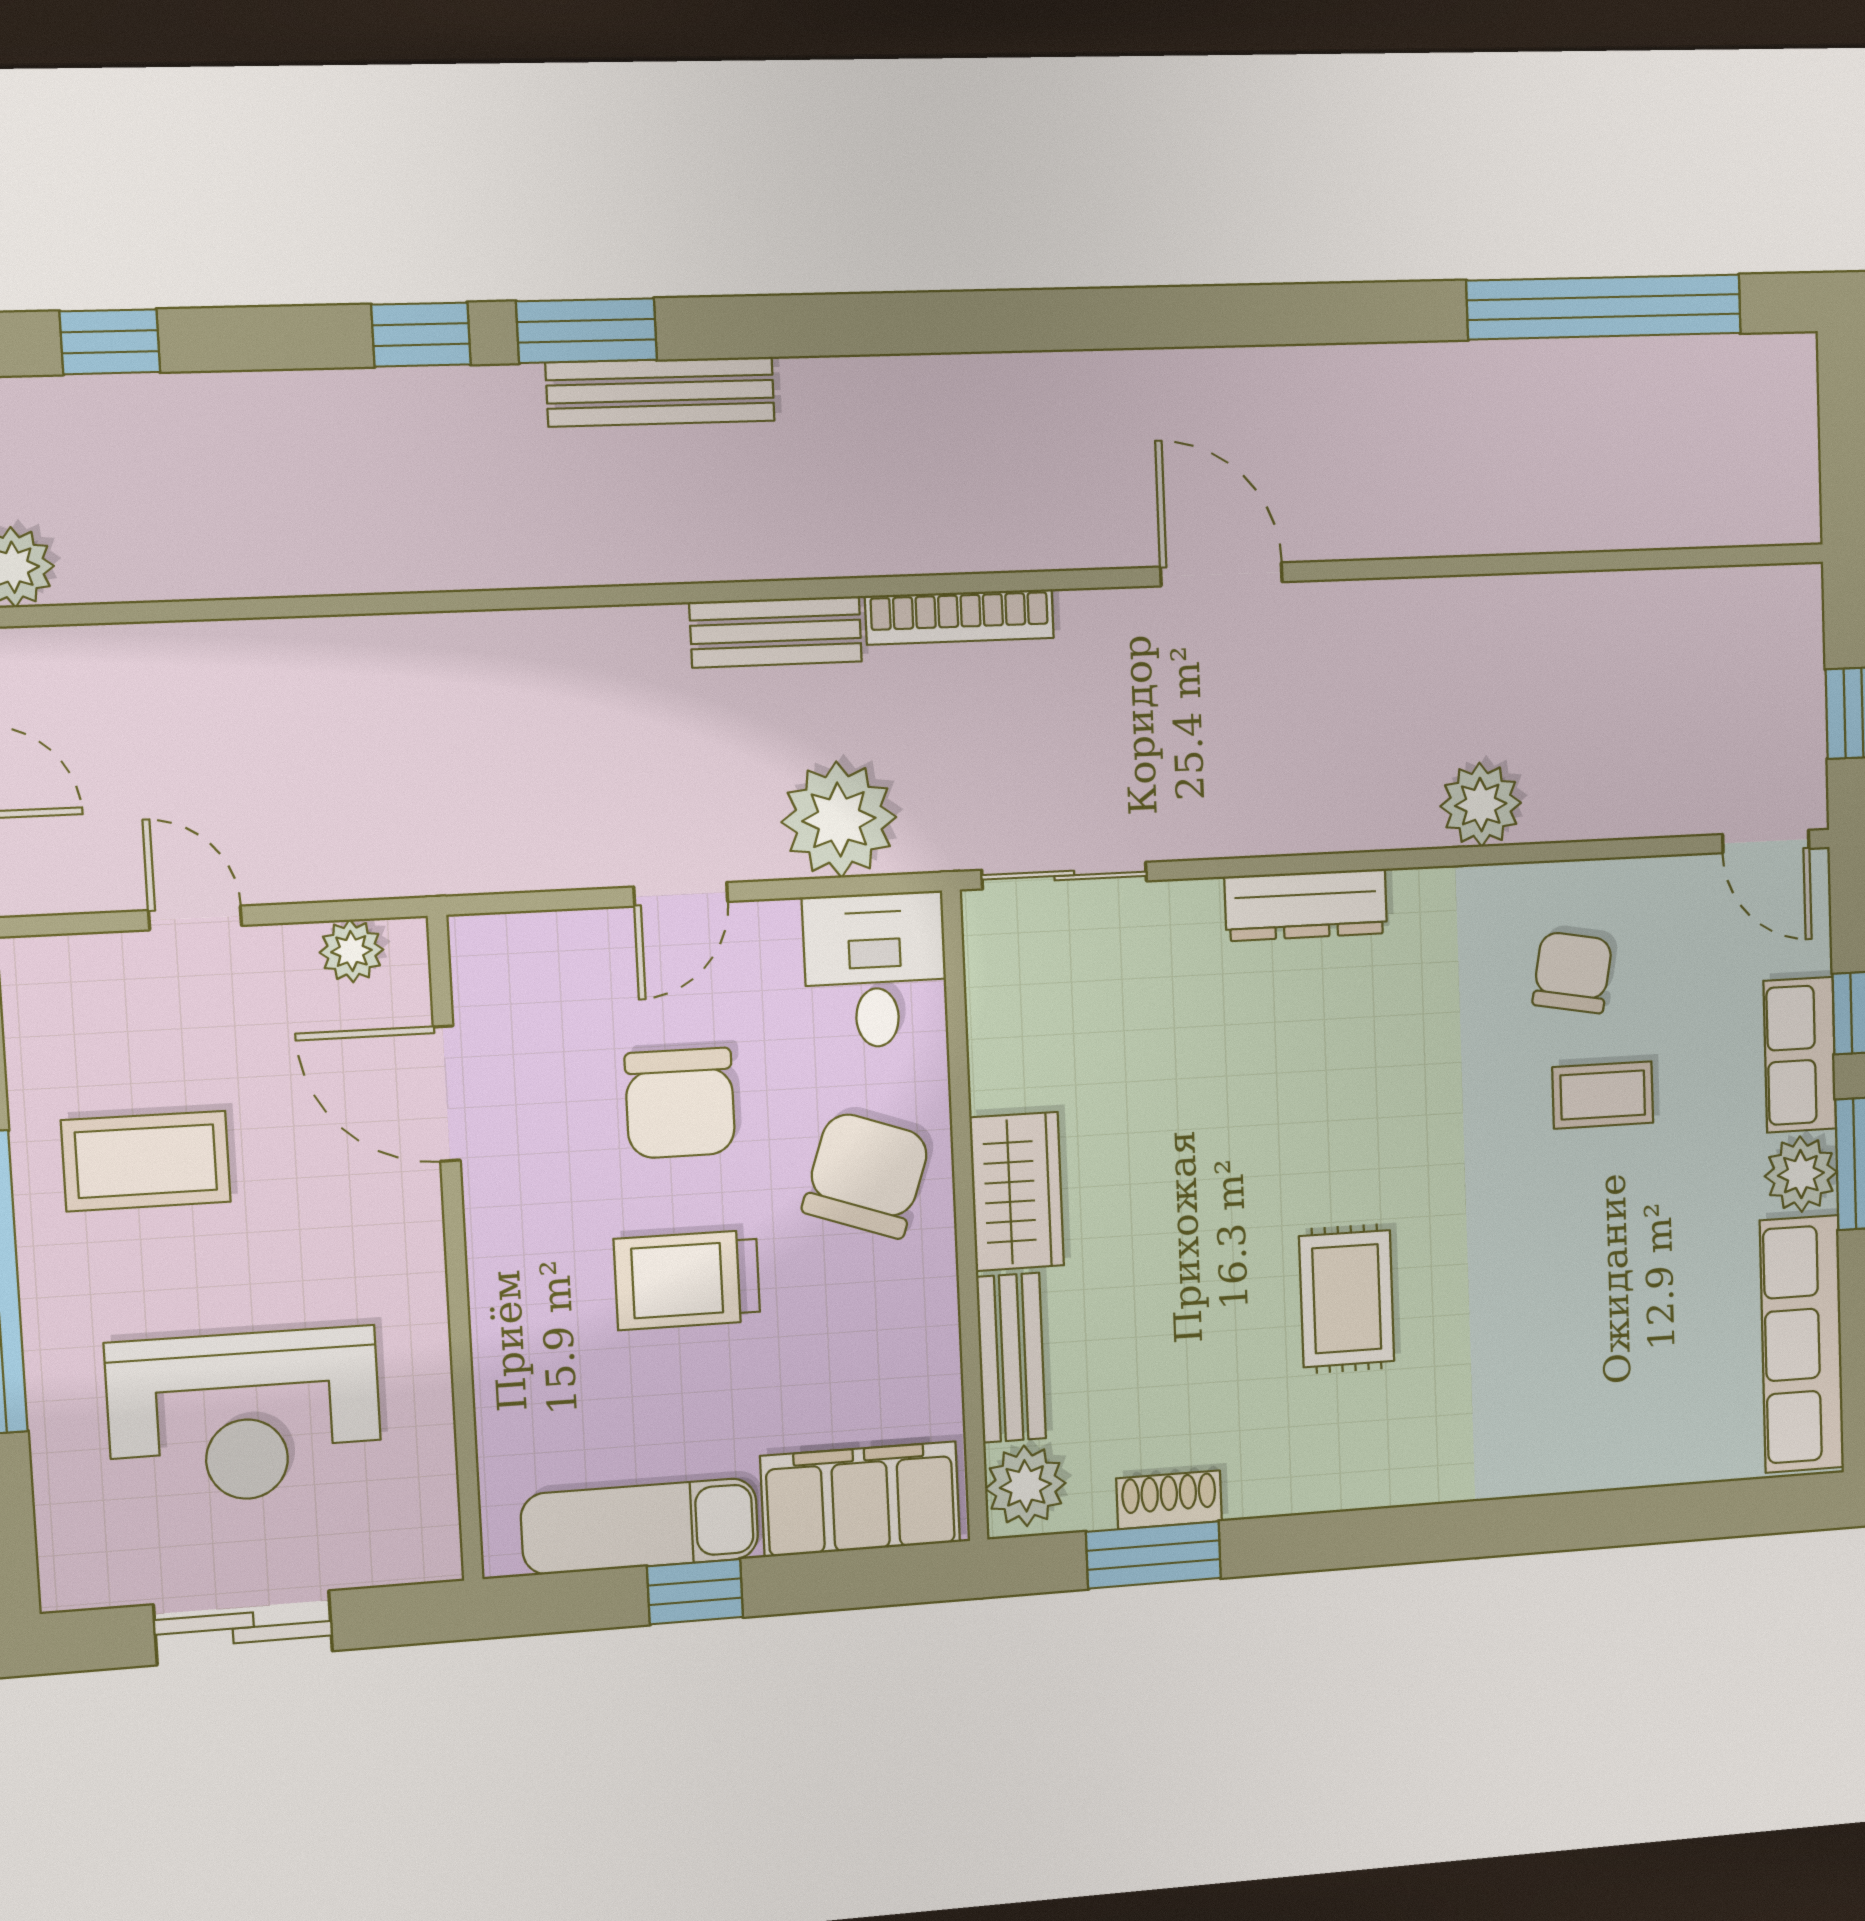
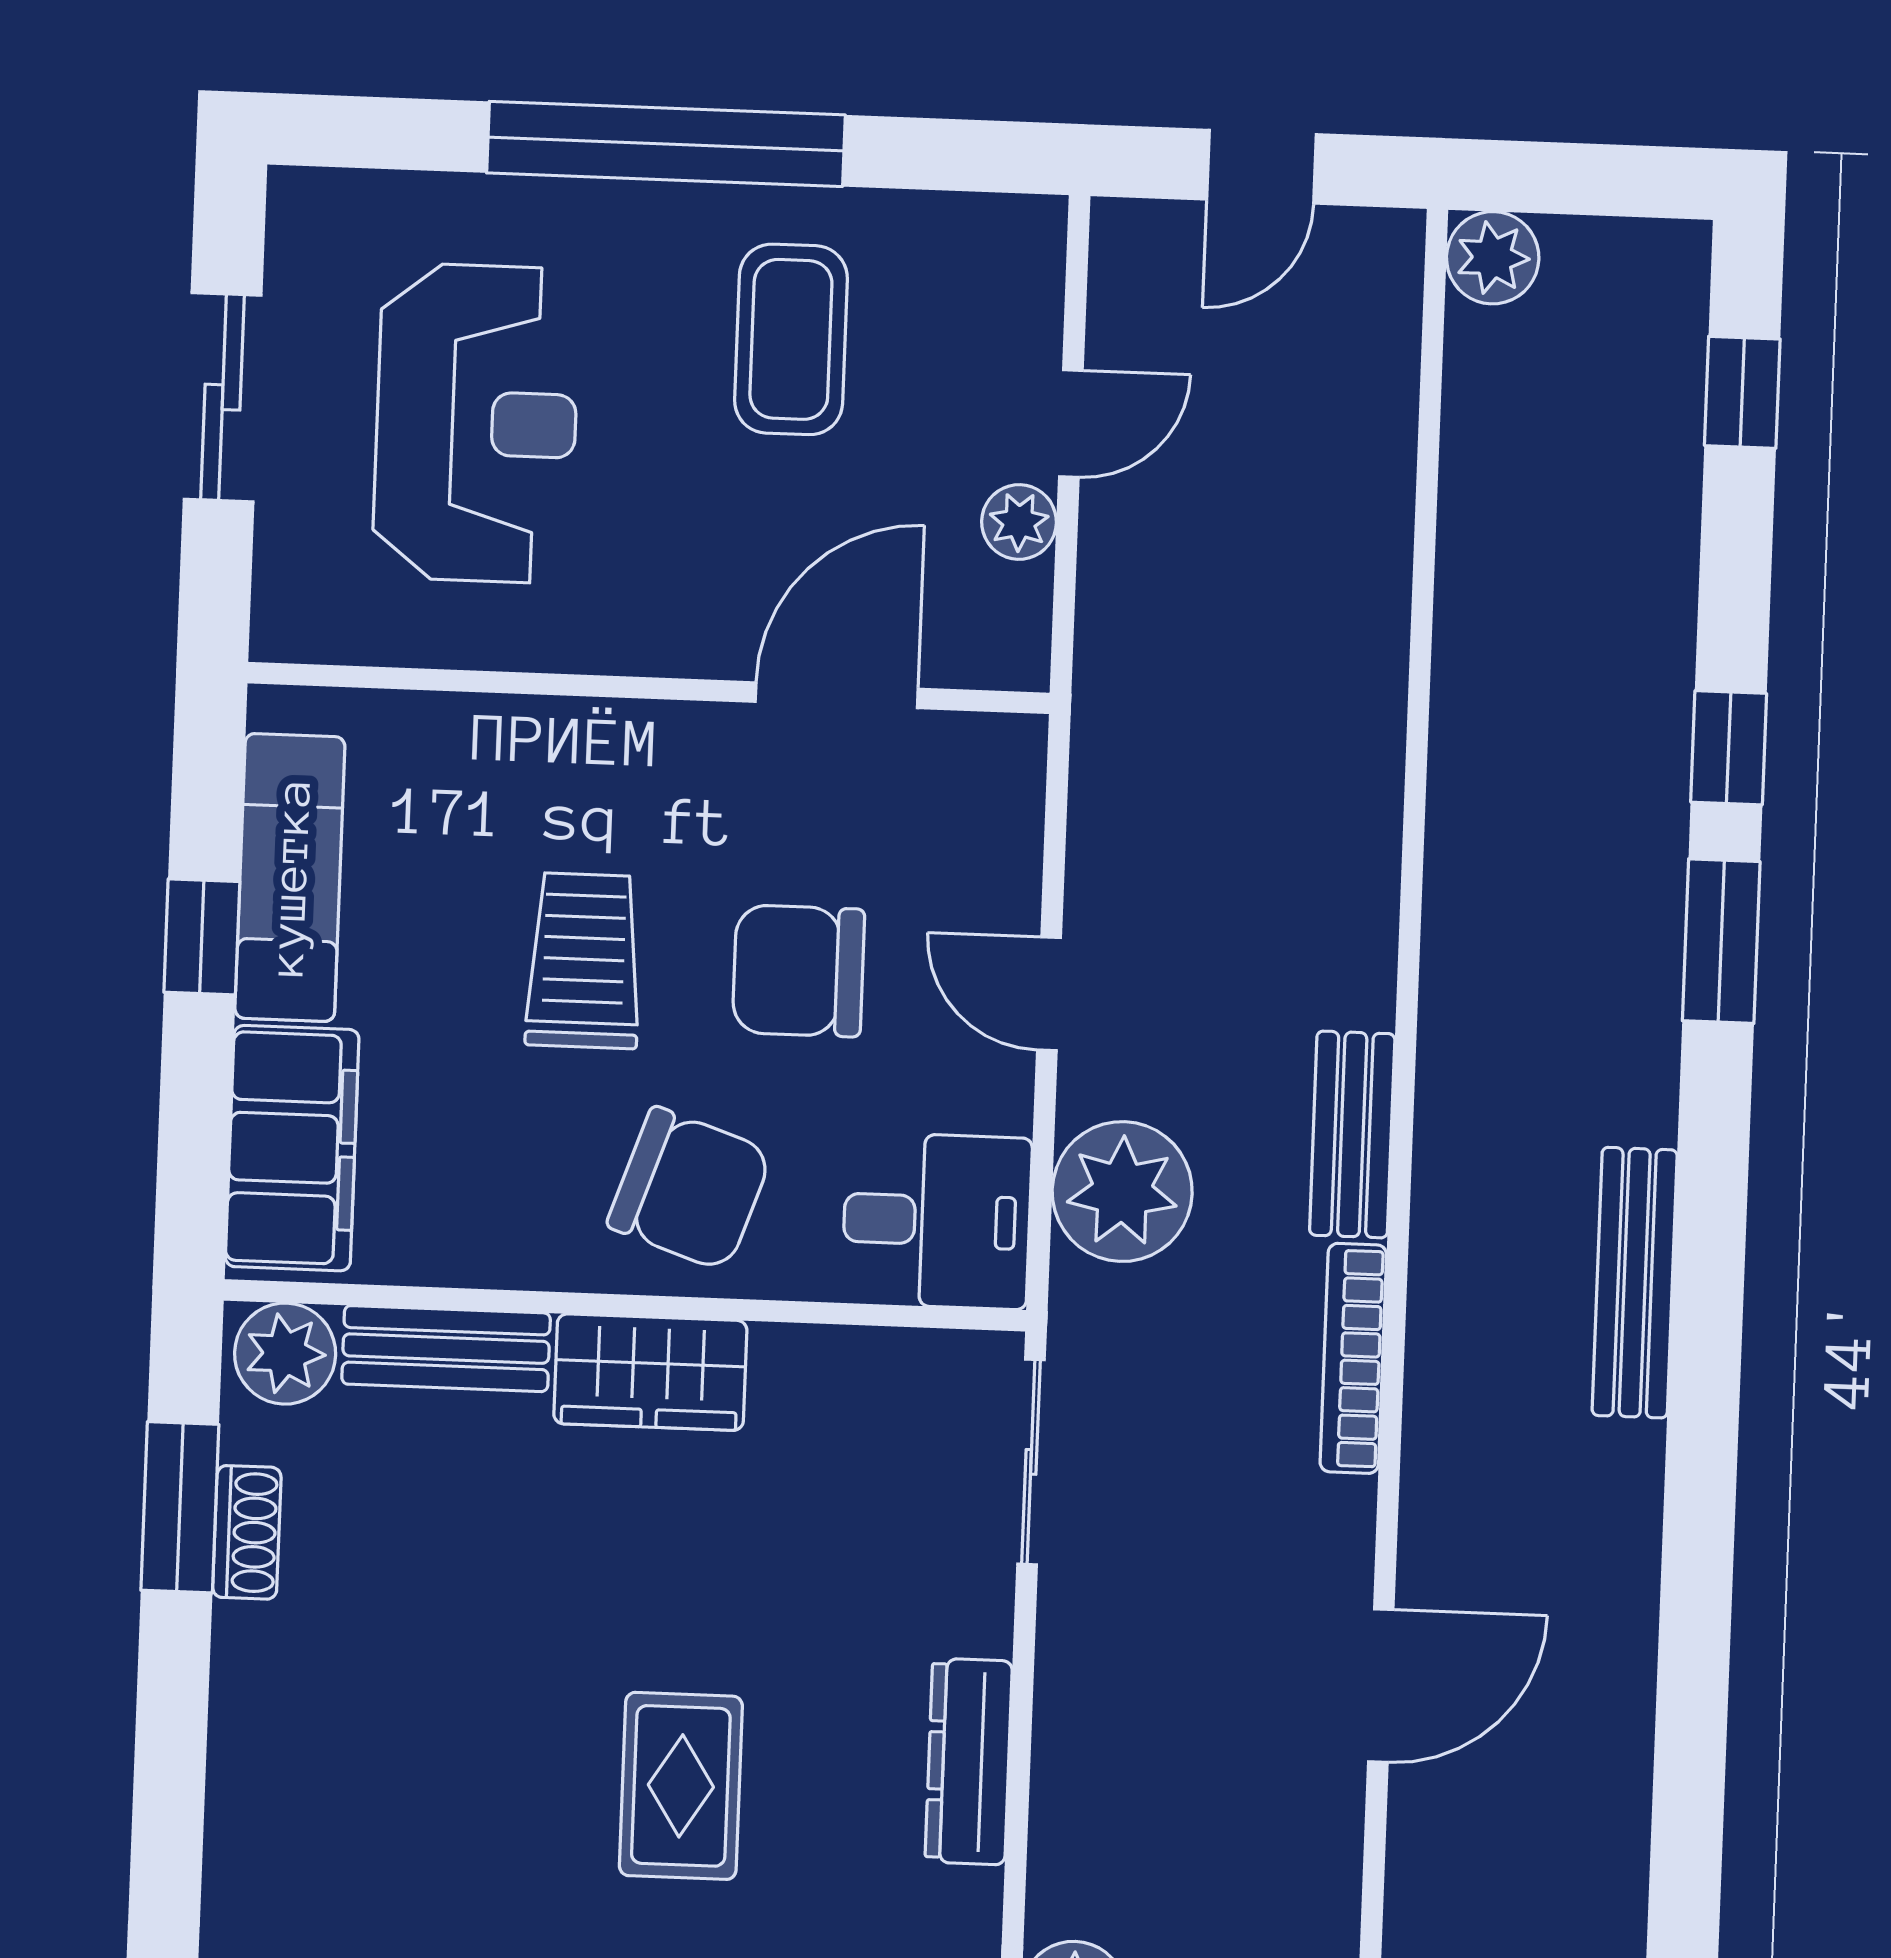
bench: (660, 392) -> (1635, 1283), moved
plant: (351, 951) -> (1019, 522), moved
rug: (1347, 1299) -> (681, 1786), moved, turned 90
reception desk: (244, 1416) -> (476, 423), turned 180

